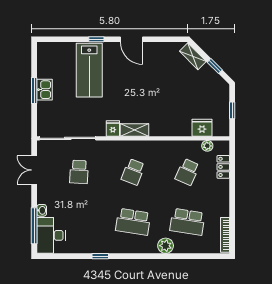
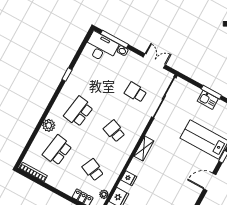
fridge: (113, 128) -> (129, 178), moved

